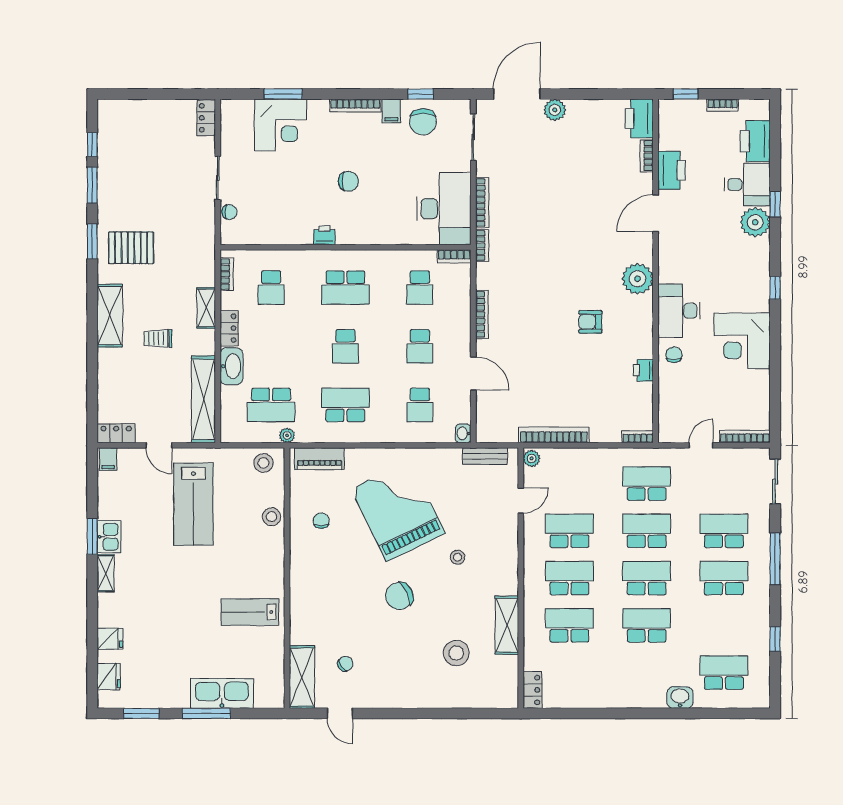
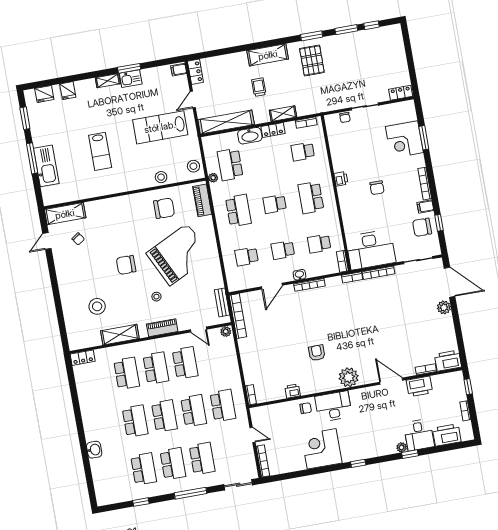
plant: (755, 222) -> (402, 447), width x0.53, depth x0.53
washbasin: (463, 433) -> (299, 275), moved
bookcase: (554, 435) -> (238, 316), moved
chair: (321, 521) -> (164, 208), width x1.87, depth x1.87
piano: (508, 557) -> (162, 328), added
chair: (399, 596) -> (126, 265), turned -65
lab bench: (250, 612) -> (100, 151), moved, turned 180
school desk: (724, 673) -> (144, 469), moved

